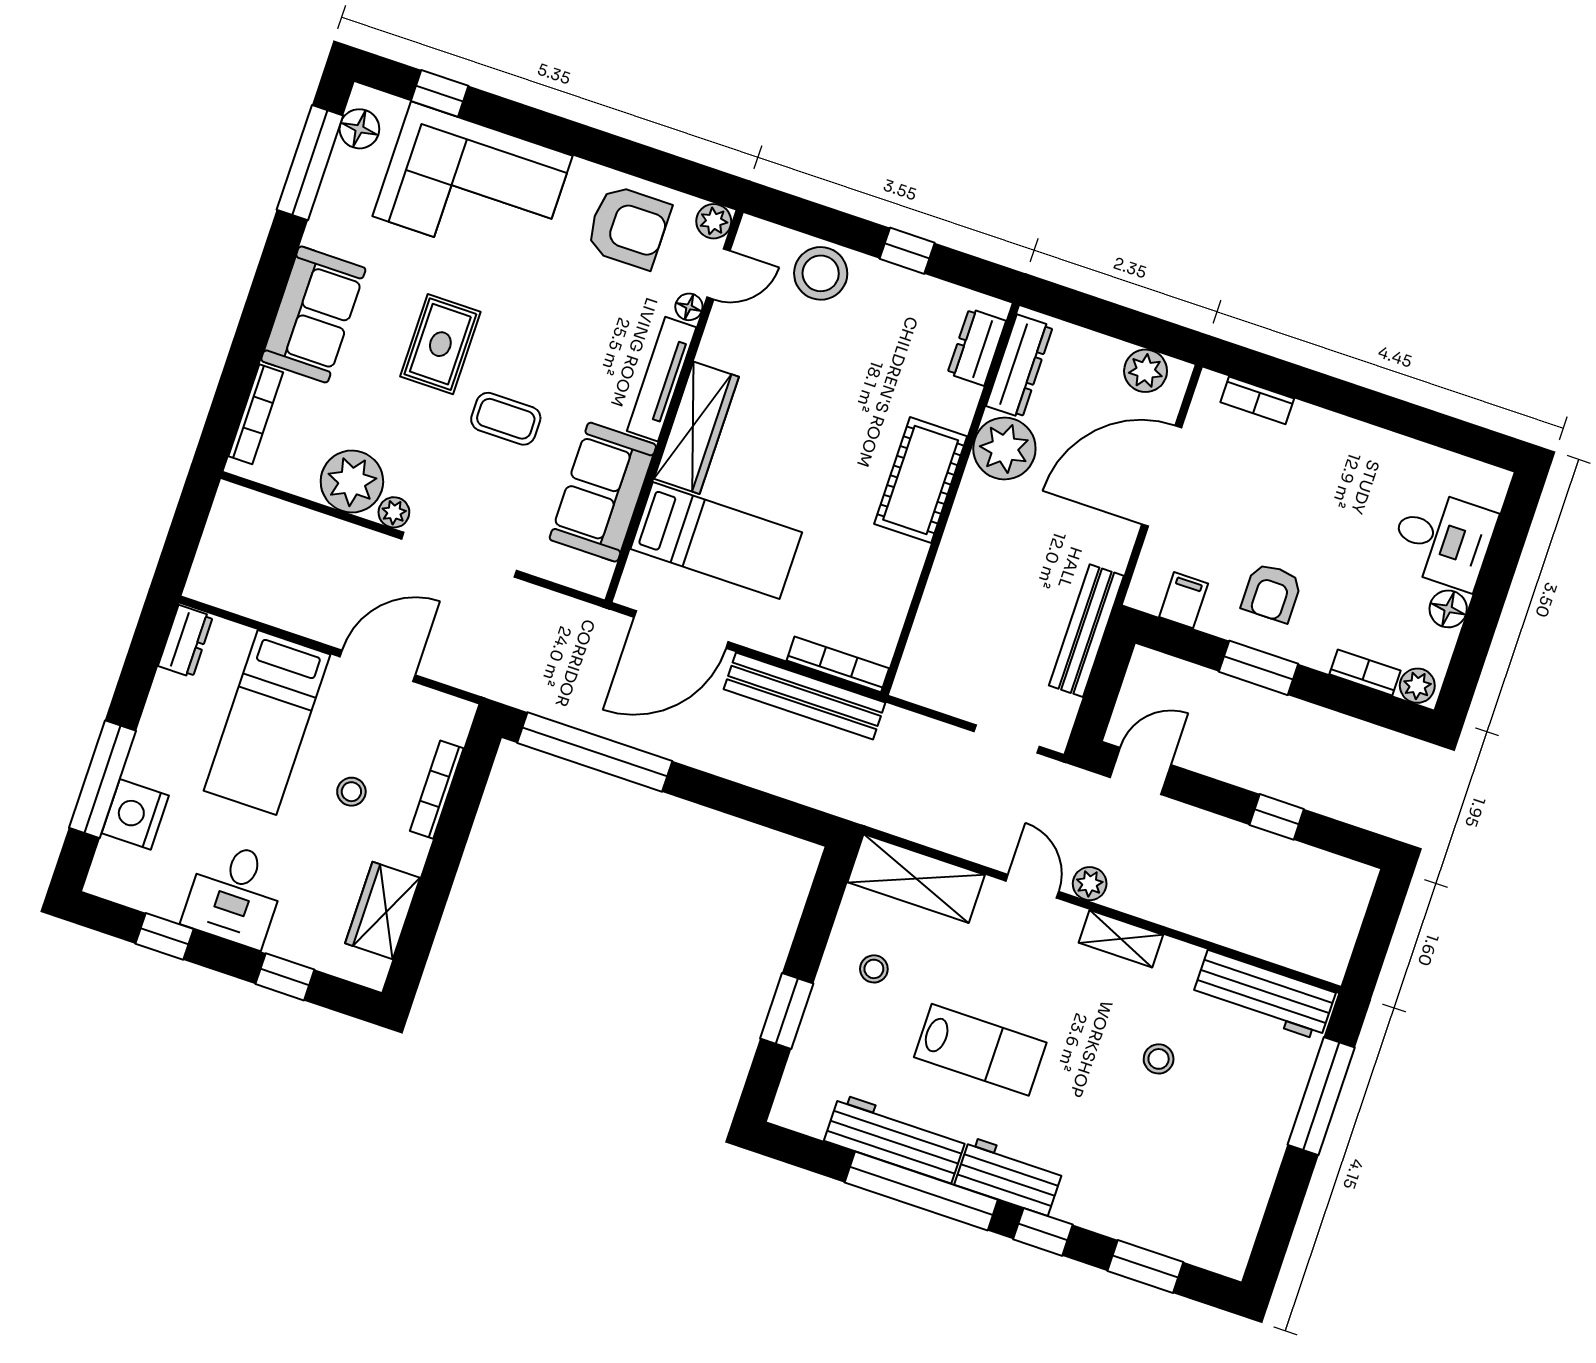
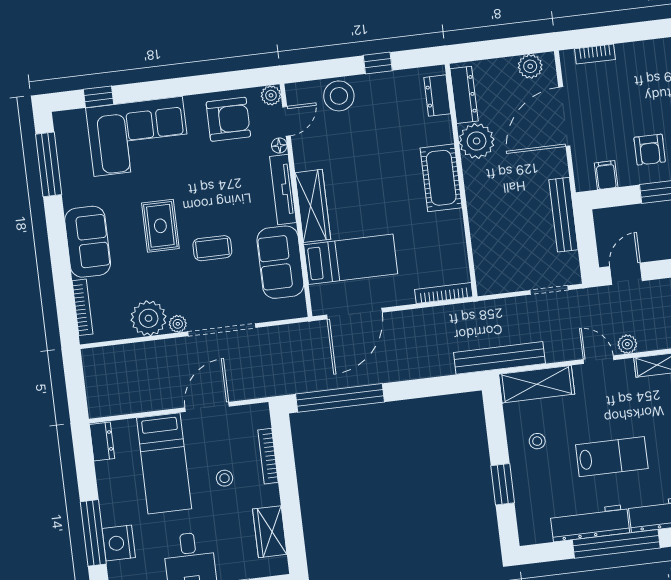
floor lamp: (359, 129) -> (66, 135), removed
bench: (805, 696) -> (499, 358), moved

